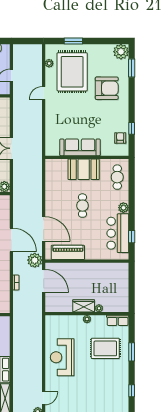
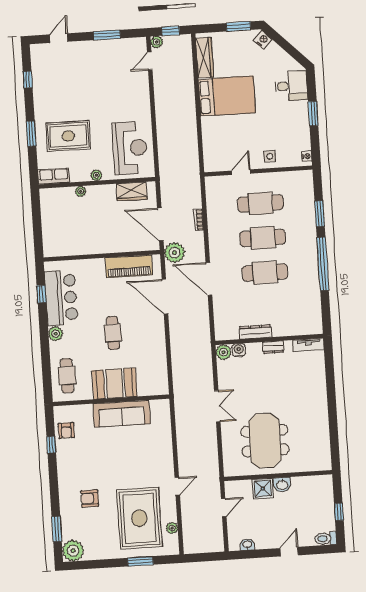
armchair: (107, 88) -> (90, 499), width x0.53, depth x0.53
wardrobe: (84, 306) -> (132, 191), moved
reception desk: (62, 357) -> (130, 148), moved

